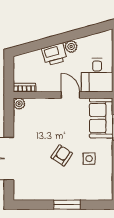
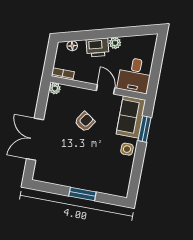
floor lamp: (28, 57) -> (72, 46), added
armchair: (62, 155) -> (85, 122), moved
side table: (89, 159) -> (127, 149), moved

